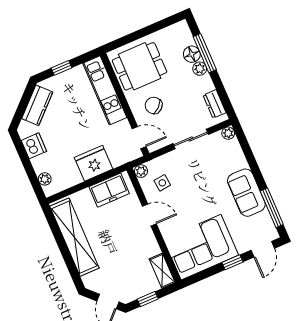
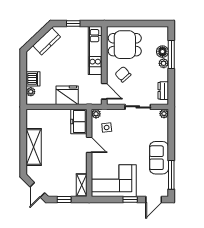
dishwasher: (34, 146) -> (33, 79), moved
freezer: (109, 190) -> (79, 122), moved, turned 90
shelving: (74, 237) -> (34, 147), width x0.68

